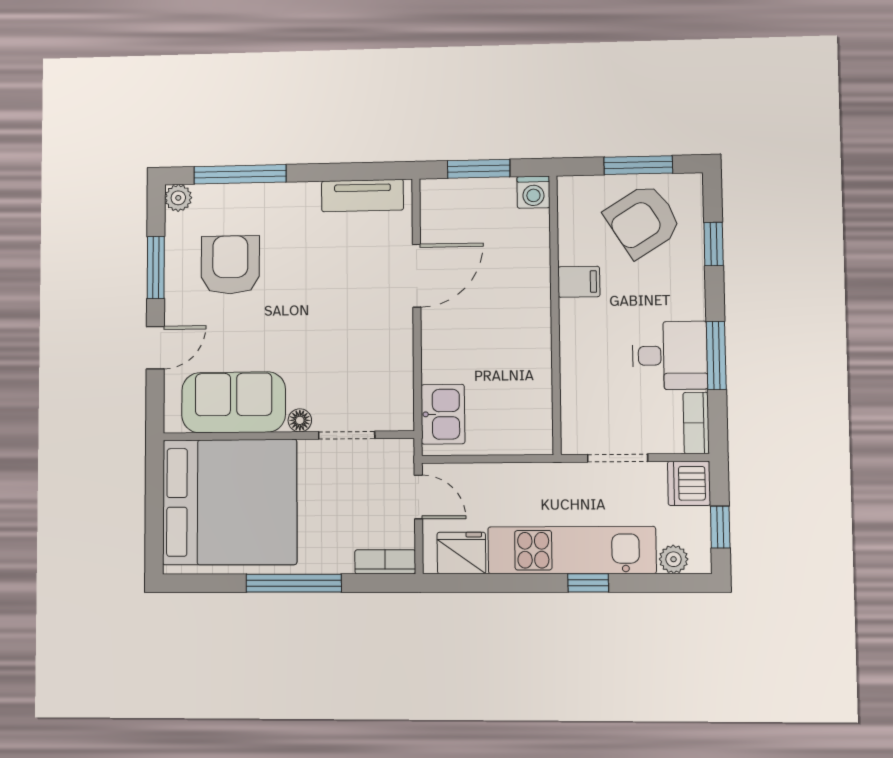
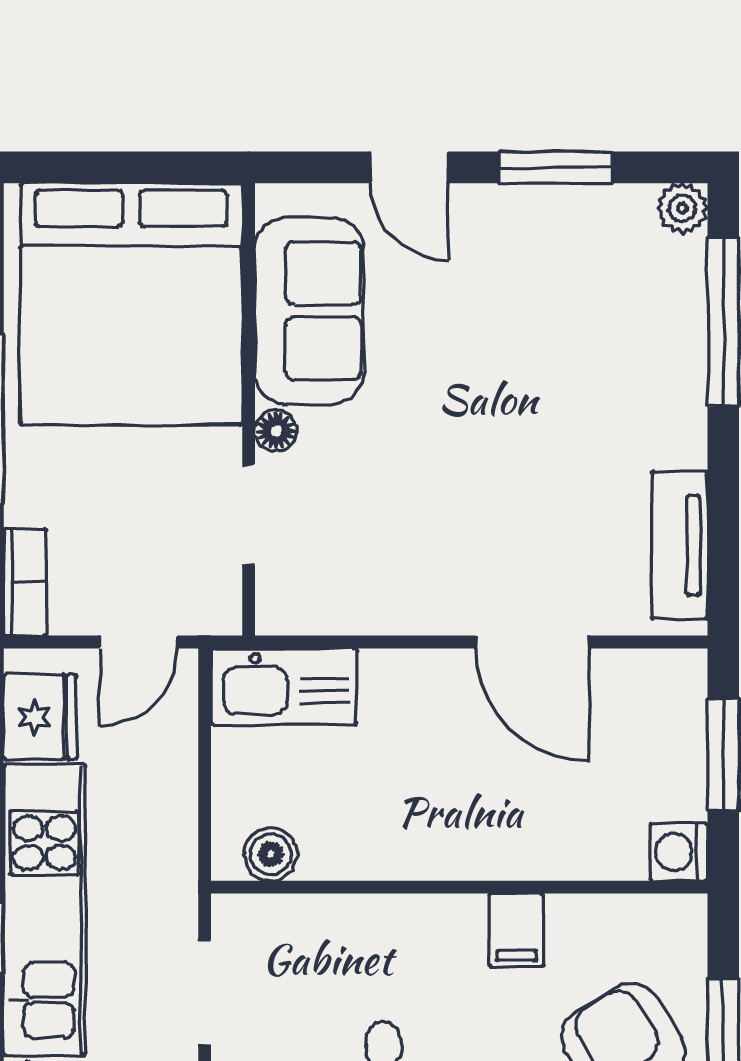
armchair: (230, 265) -> (558, 304), removed
kitchen sink: (443, 414) -> (284, 687), width x1.38
boiler: (538, 421) -> (271, 854), added

